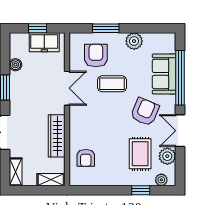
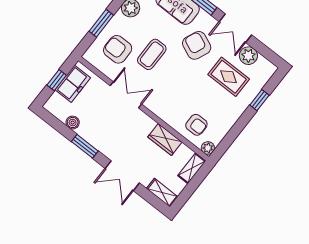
wardrobe: (57, 136) -> (165, 140), width x0.67
plant: (161, 180) -> (208, 148), moved

